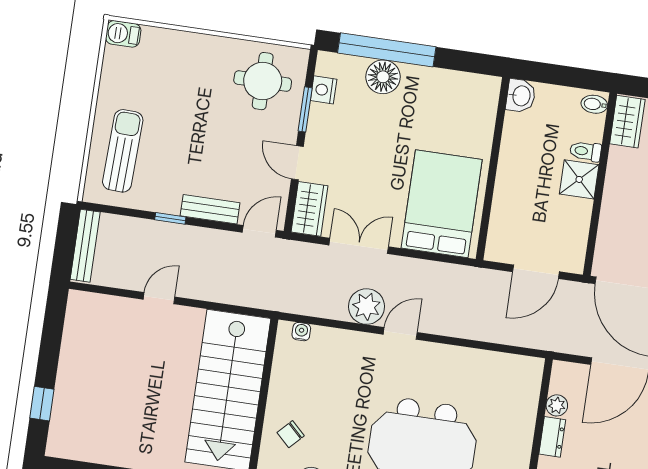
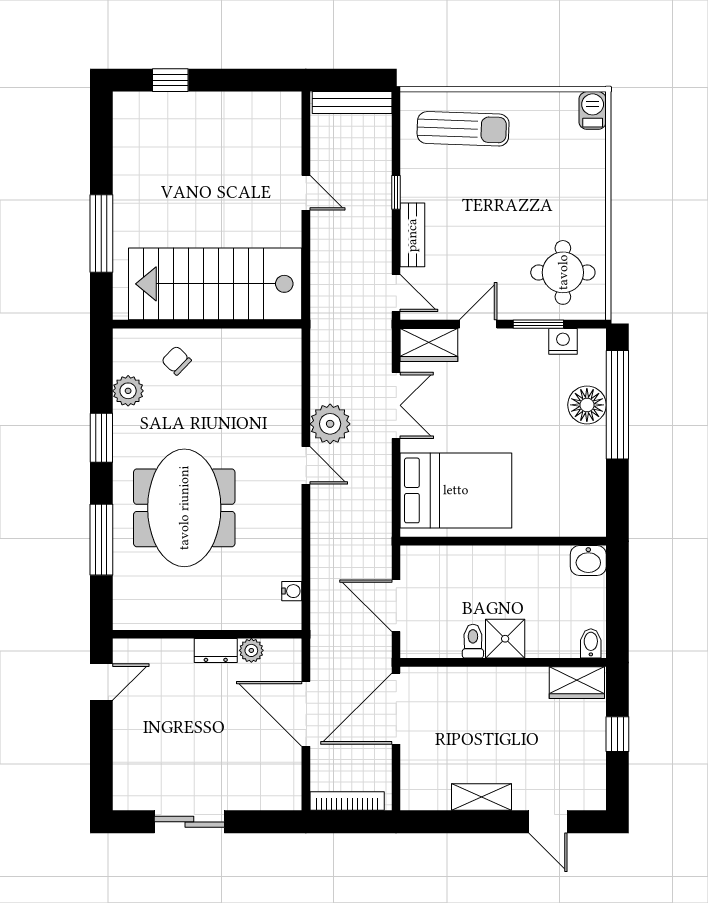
toilet: (585, 151) -> (473, 641), moved
water cooler: (301, 332) -> (292, 591), moved

